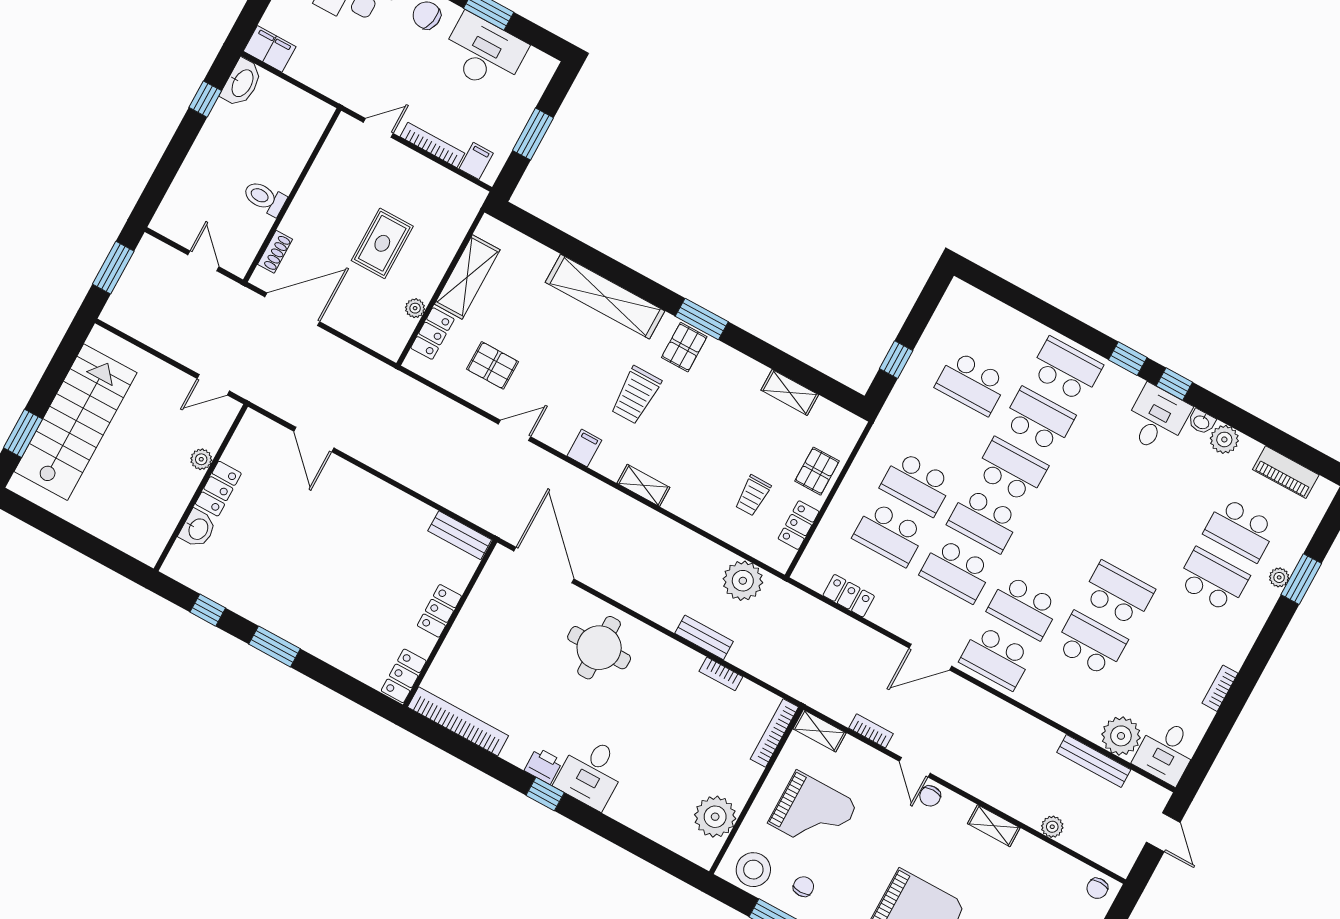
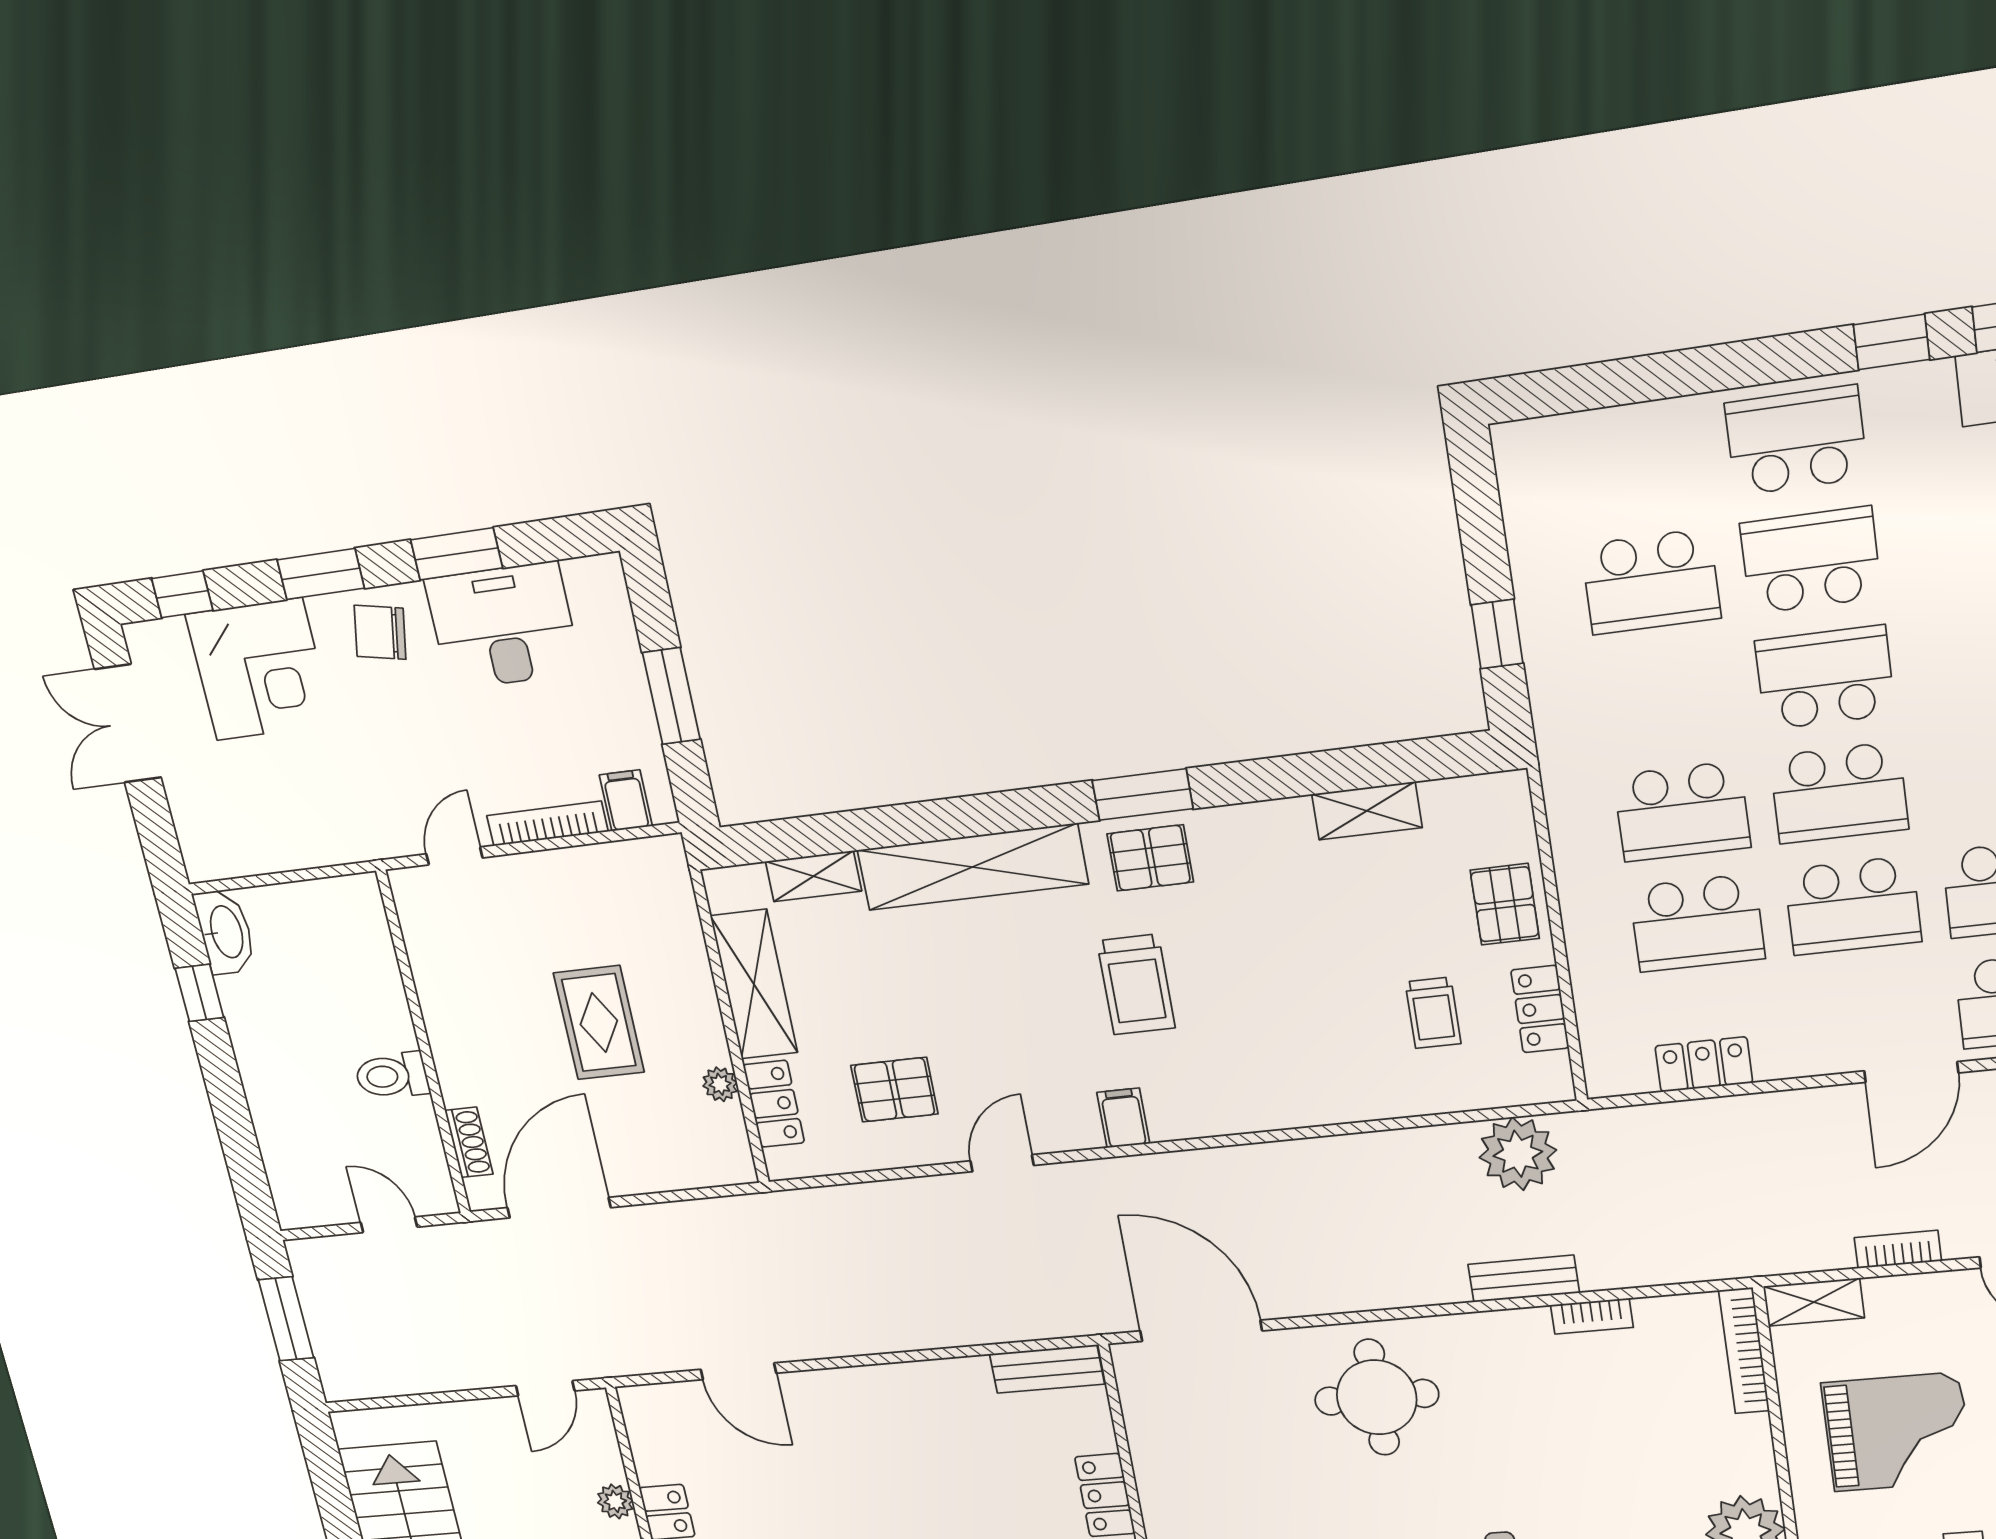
filing cabinet: (270, 49) -> (219, 853), removed
pallet: (684, 347) -> (1150, 858), turned 90
shelving: (643, 485) -> (813, 876), moved

